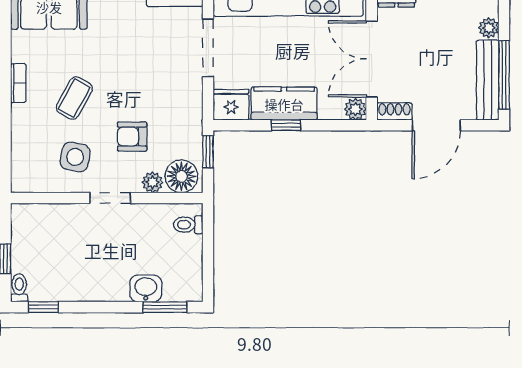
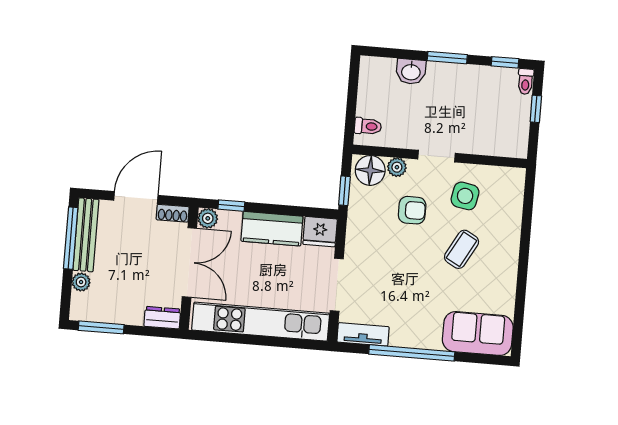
bookcase: (18, 83) -> (511, 267), removed
window: (286, 125) -> (231, 206), moved
window: (165, 307) -> (447, 58), moved

